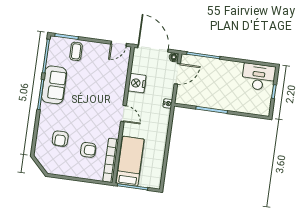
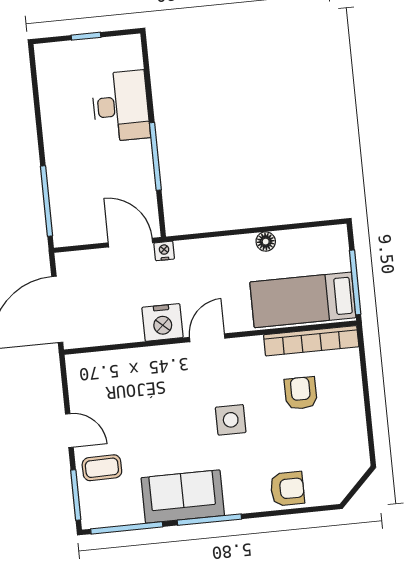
door: (119, 44) -> (69, 431), moved
floor lamp: (174, 57) -> (266, 242), moved
door: (177, 74) -> (130, 243), moved
desk: (259, 77) -> (121, 106), moved, turned 180
nightstand: (137, 83) -> (162, 322), moved
side table: (84, 115) -> (231, 420), added
armchair: (60, 139) -> (287, 489), moved

